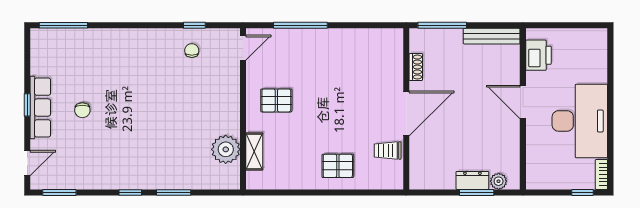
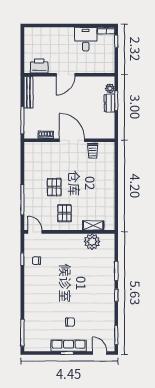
desk: (580, 121) -> (86, 39), width x0.53, depth x0.77
pallet: (338, 166) -> (54, 187), moved

